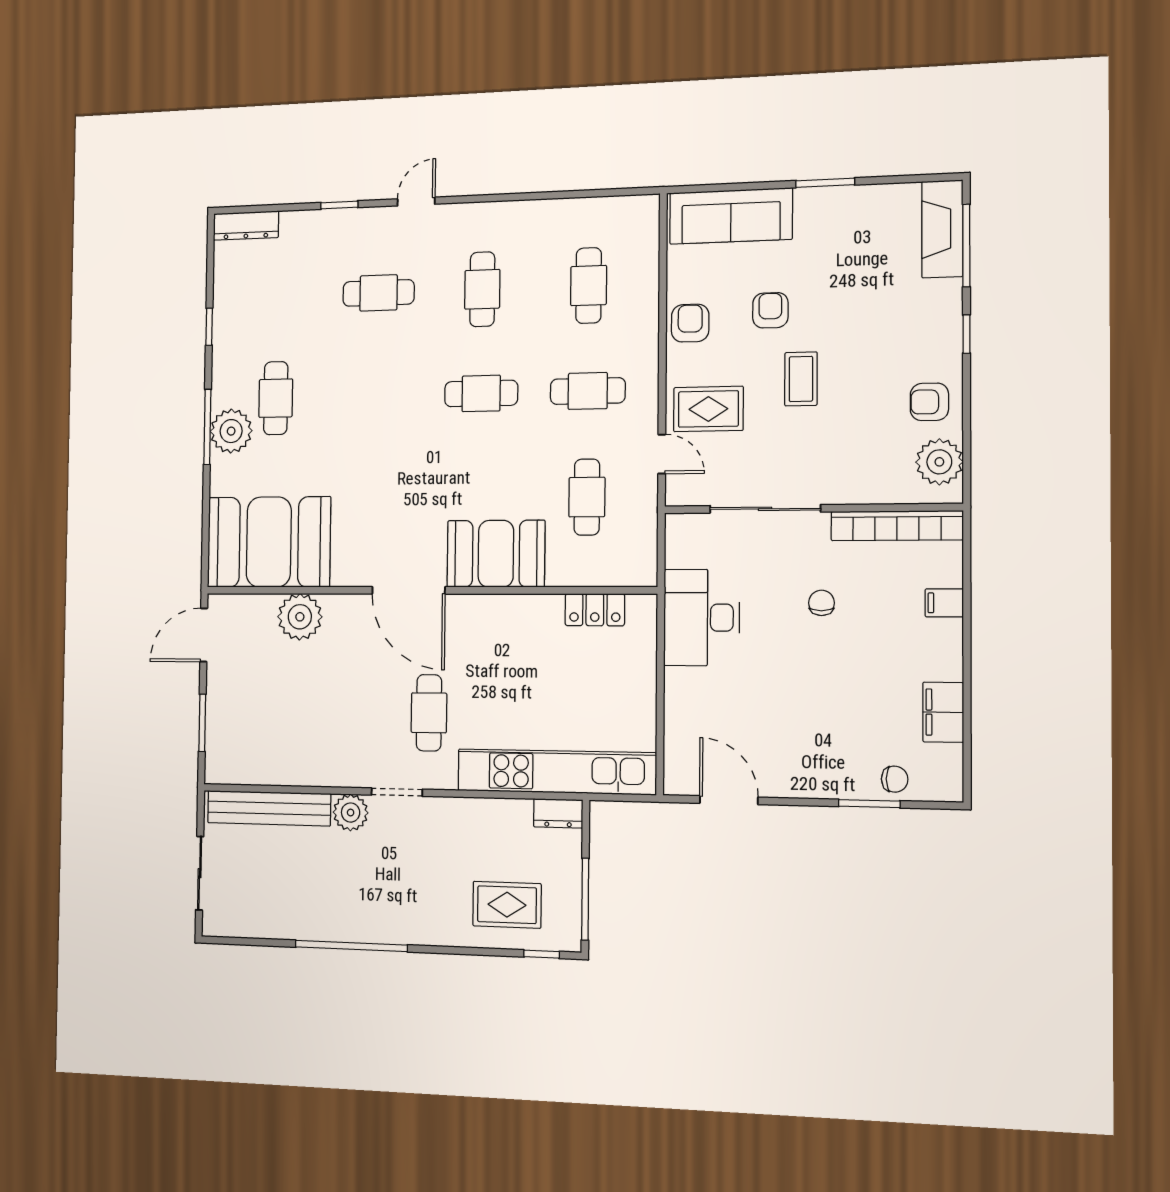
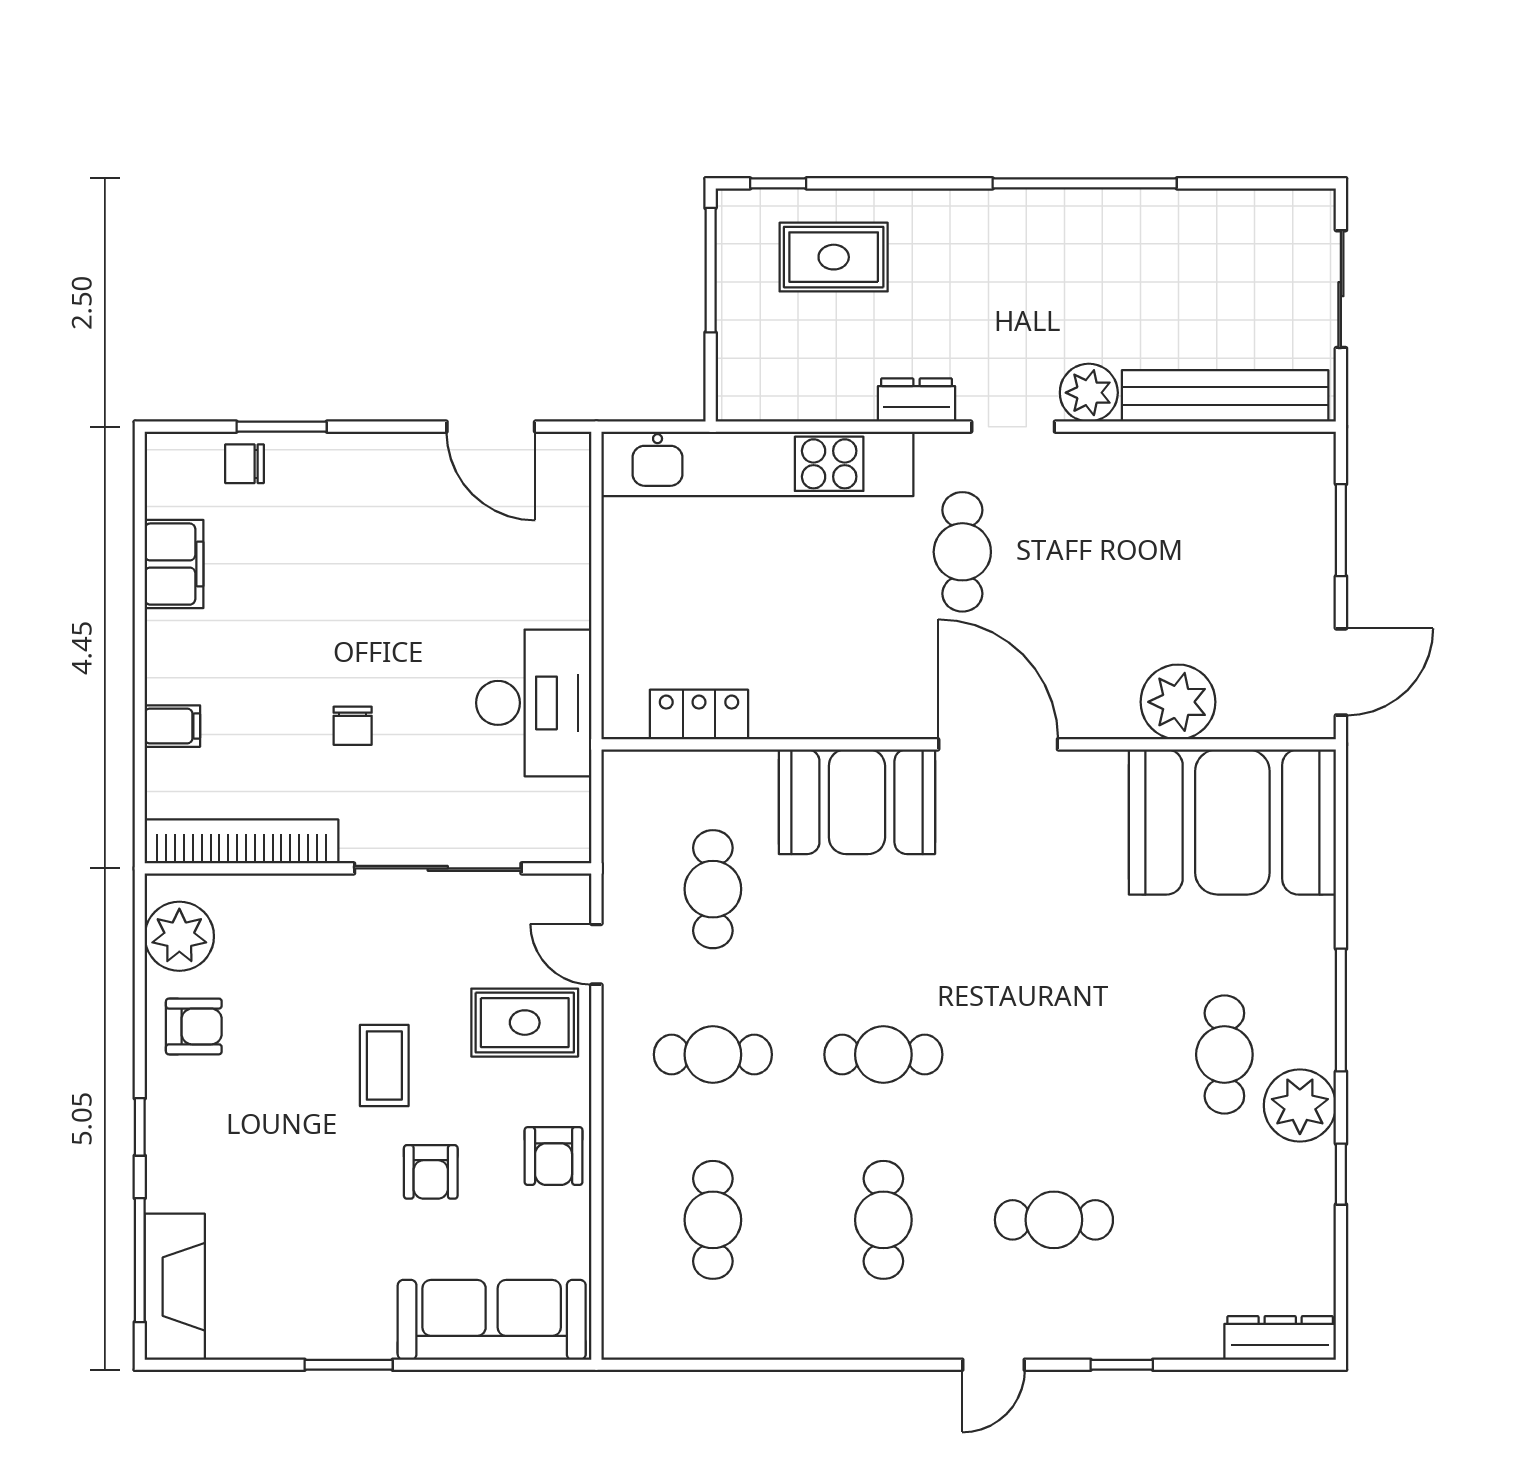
plant: (231, 431) -> (1300, 1105), moved
dresser: (558, 813) -> (917, 400), moved

